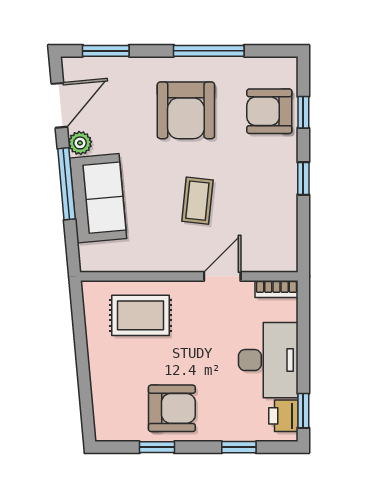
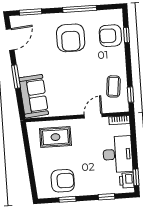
plant: (80, 143) -> (21, 57), removed
window: (303, 178) -> (131, 95), moved
window: (66, 184) -> (16, 77), width x0.69
sofa: (98, 198) -> (34, 96), moved
coffee table: (197, 201) -> (113, 86), moved
armchair: (172, 408) -> (63, 181), moved

